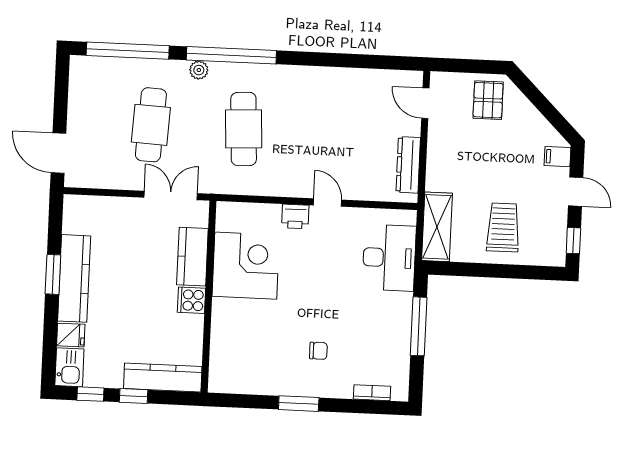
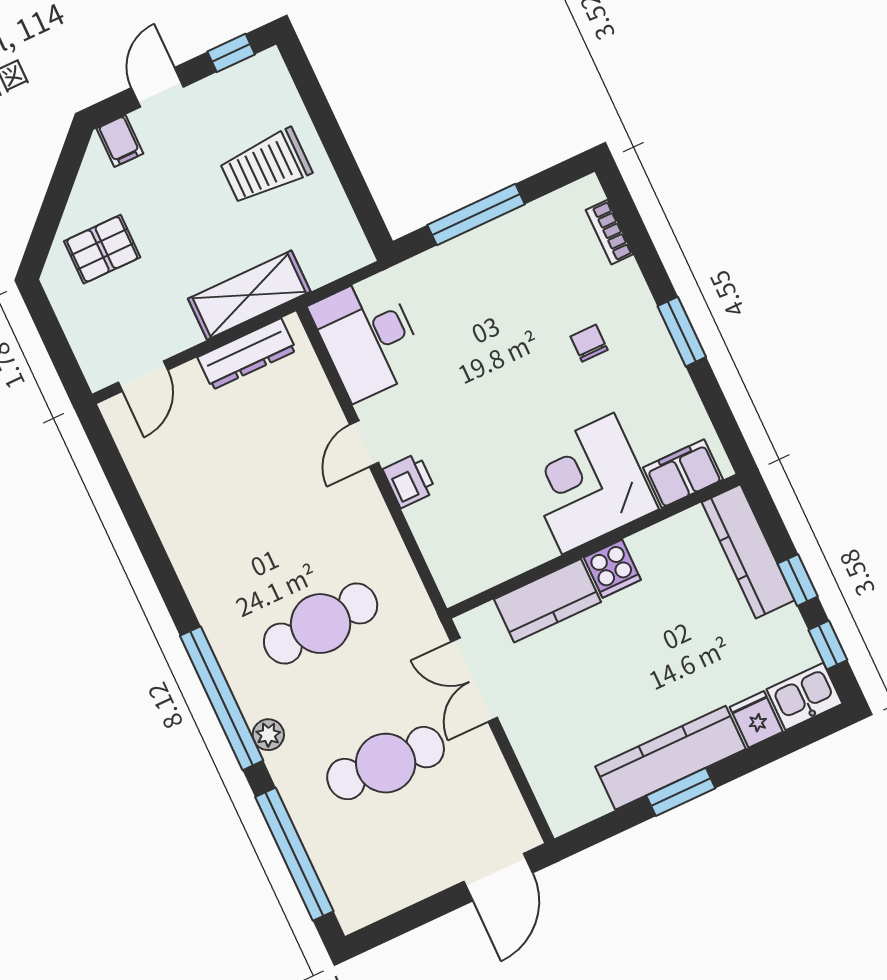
pallet: (488, 100) -> (102, 249), moved
shelving: (437, 227) -> (249, 295), moved
desk: (389, 258) -> (368, 337), moved, turned -90
corner desk: (246, 266) -> (588, 484), moved
filing cabinet: (222, 365) -> (683, 474), added

